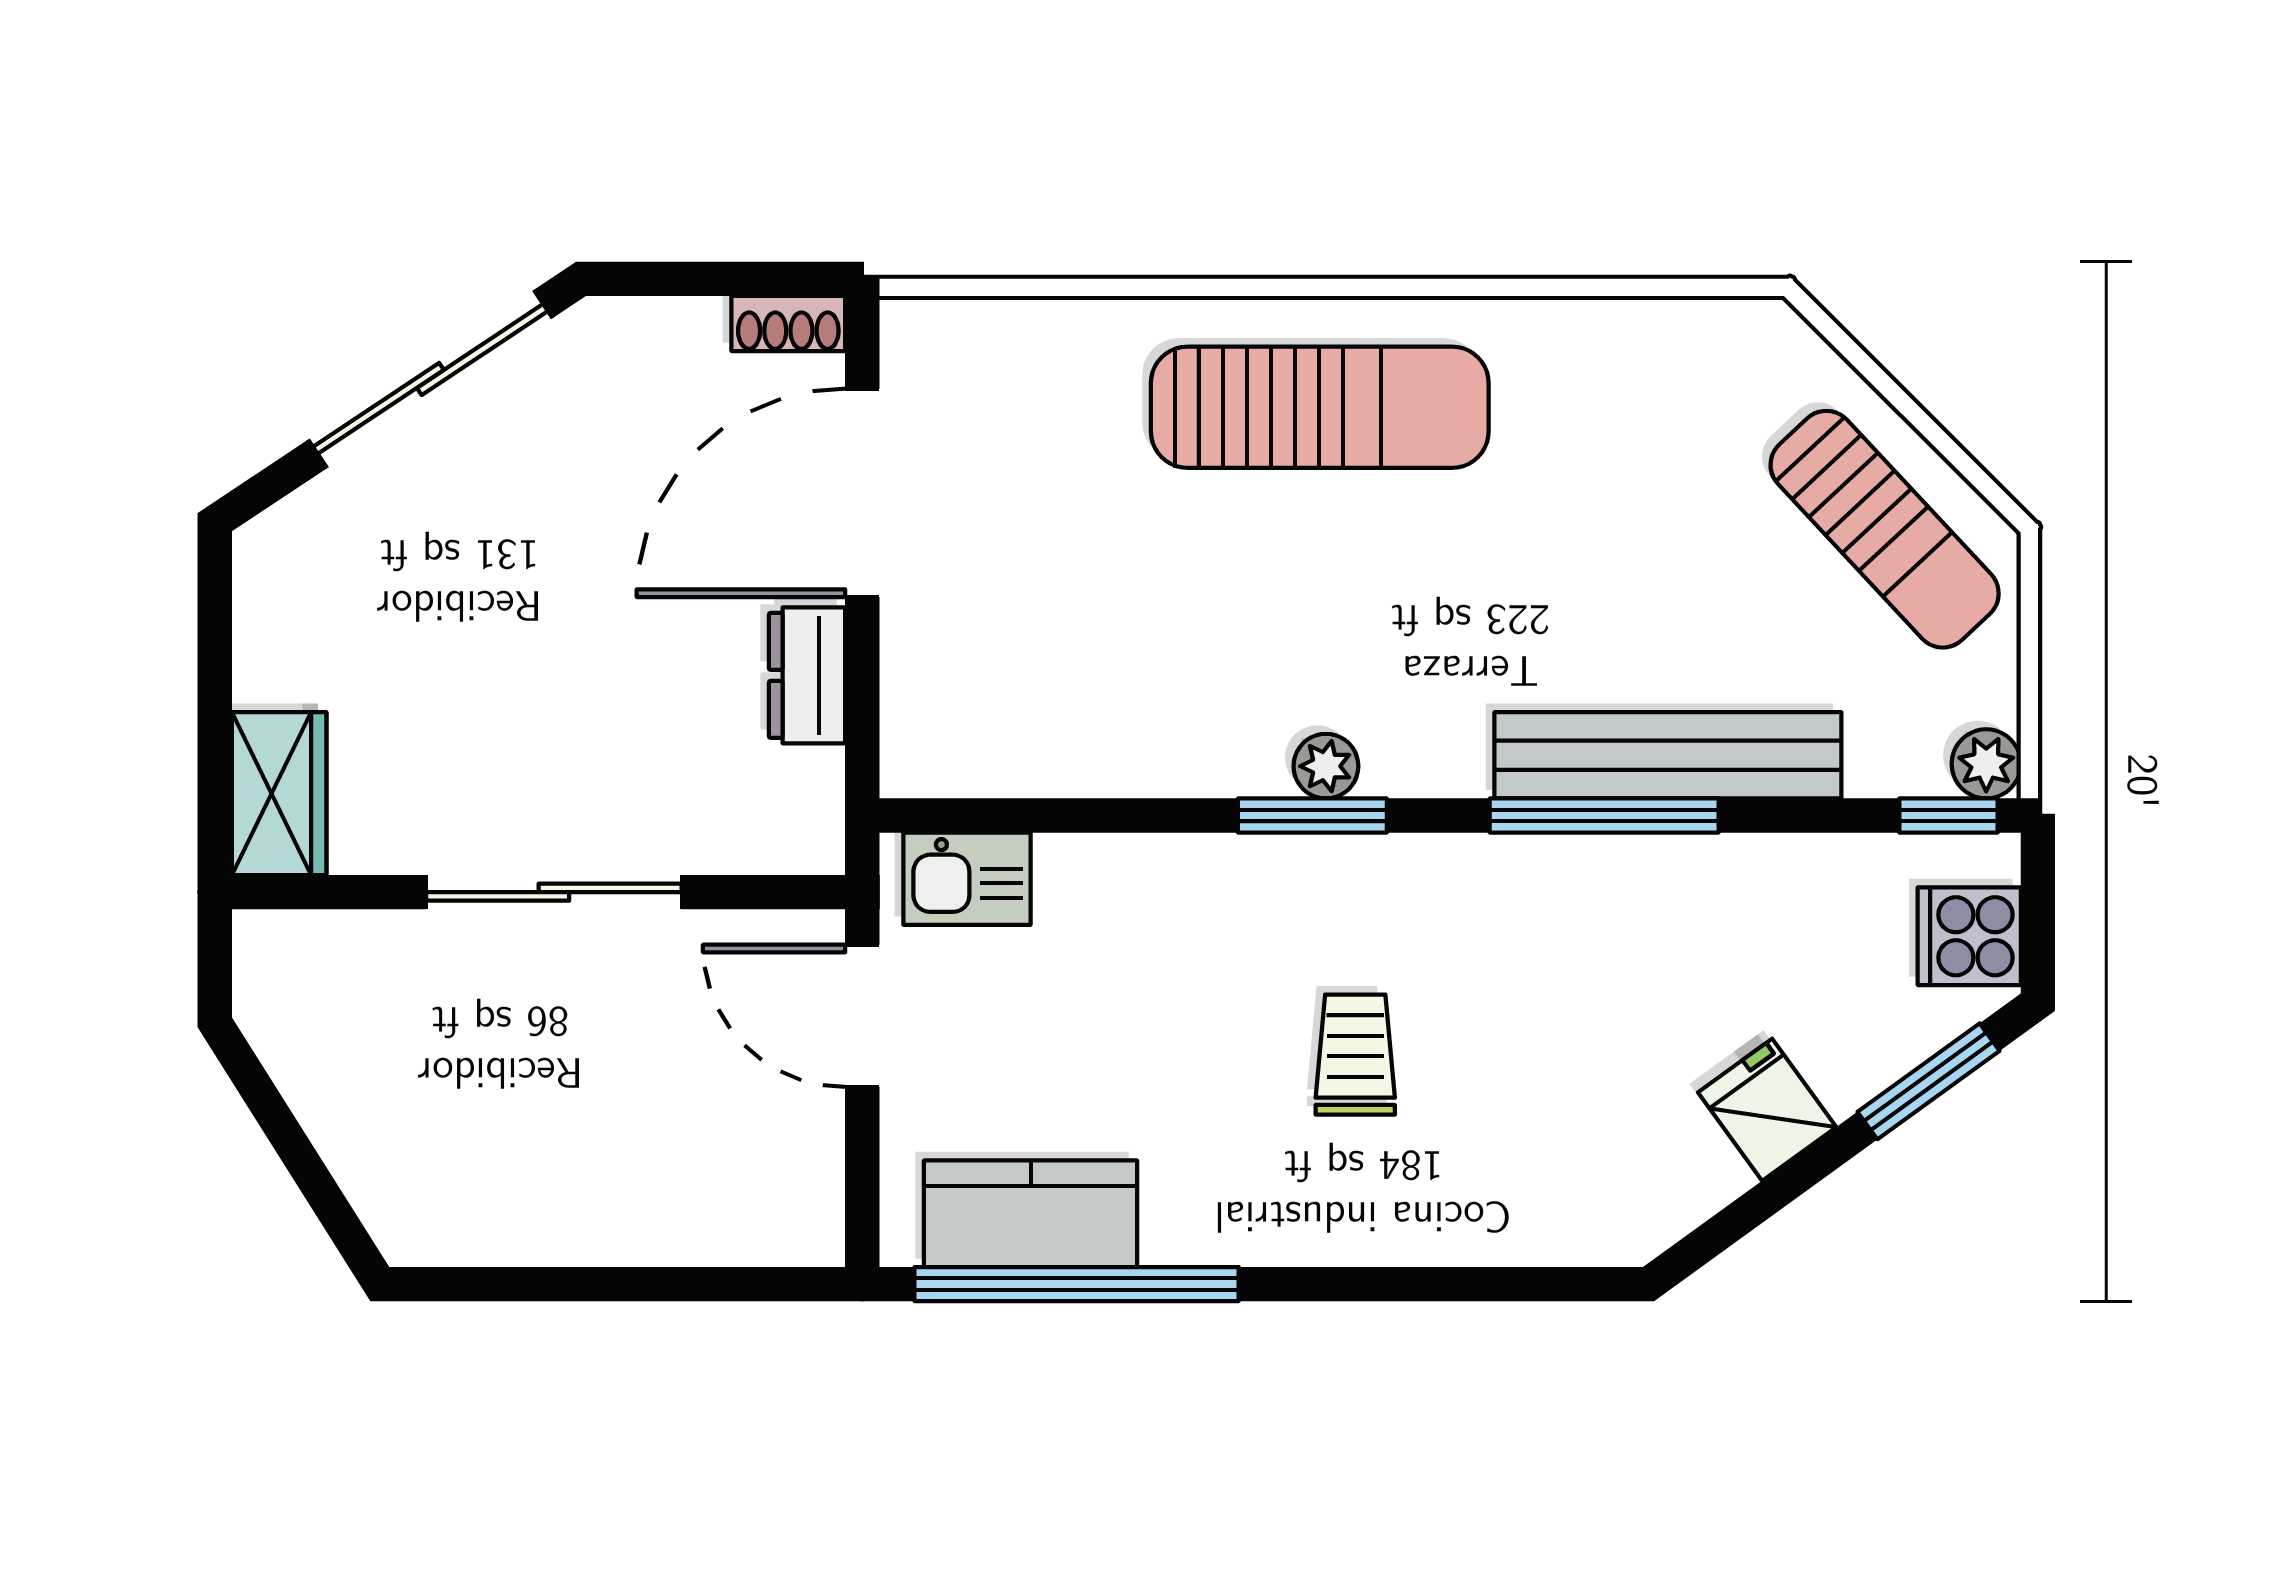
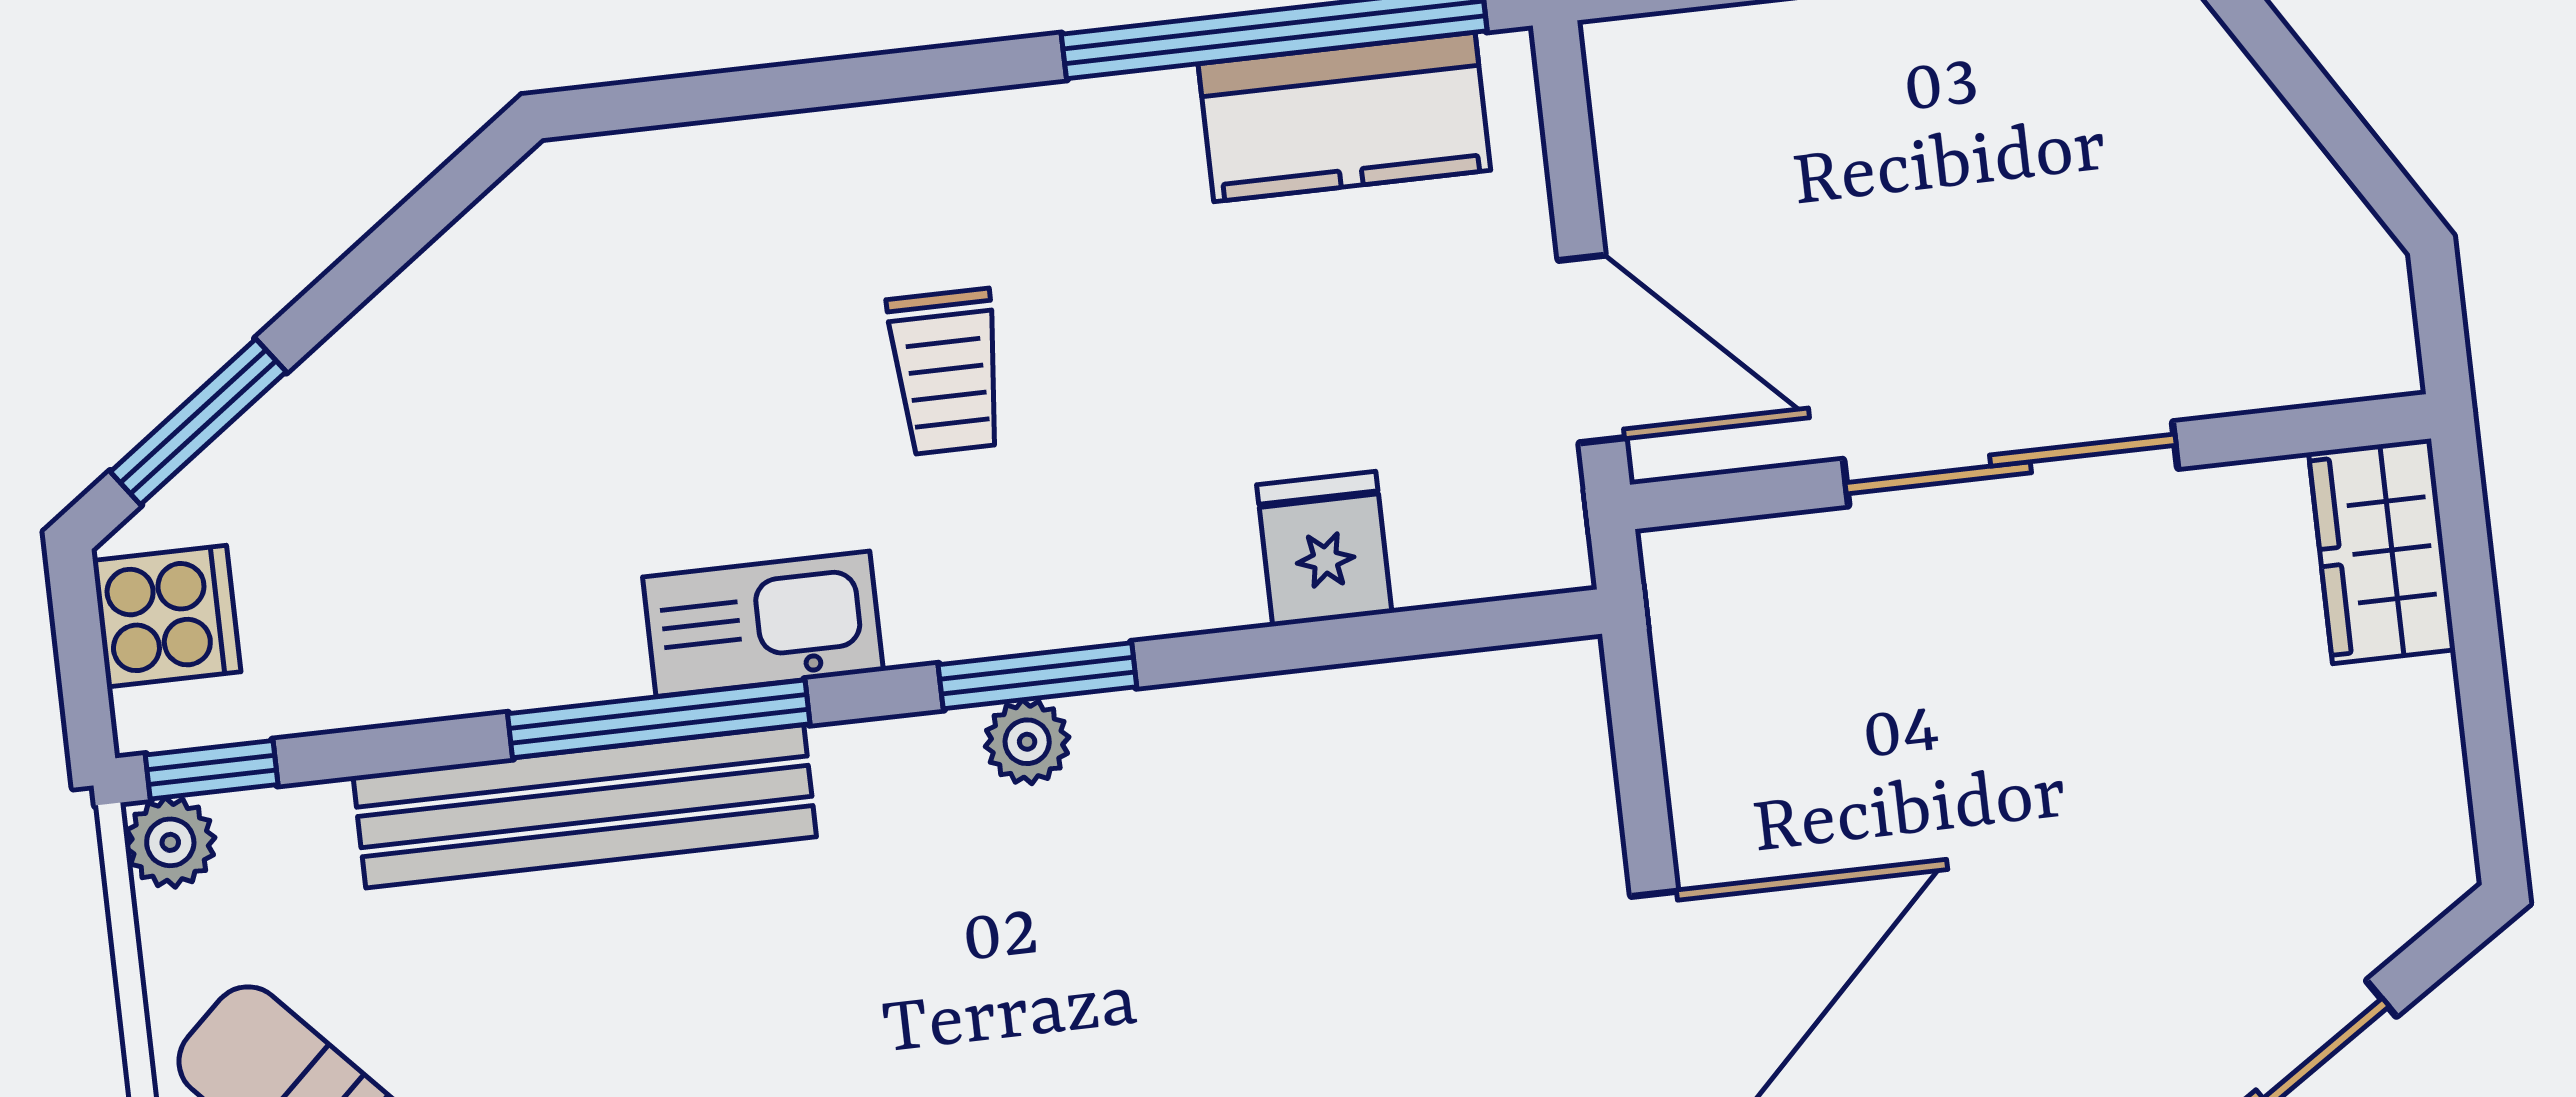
dresser: (807, 675) -> (1714, 783), removed
kitchen sink: (967, 879) -> (763, 624), moved, width x1.38
fridge: (1767, 1110) -> (1324, 549), moved, turned -144

